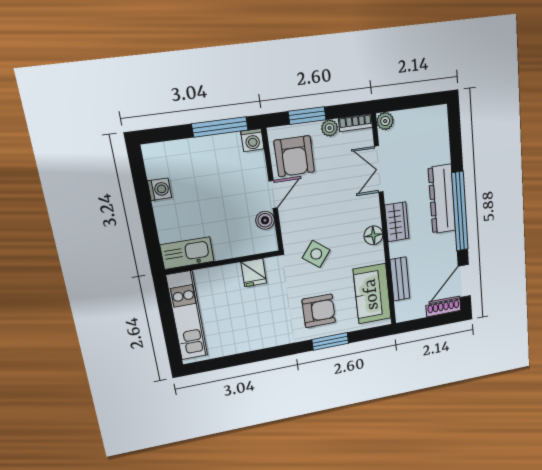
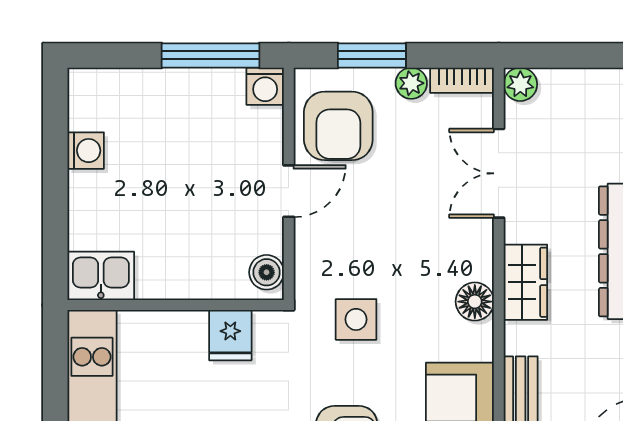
boiler: (265, 220) -> (267, 272), moved
kitchen sink: (187, 253) -> (101, 276), width x0.73
side table: (316, 254) -> (356, 319), turned -38

